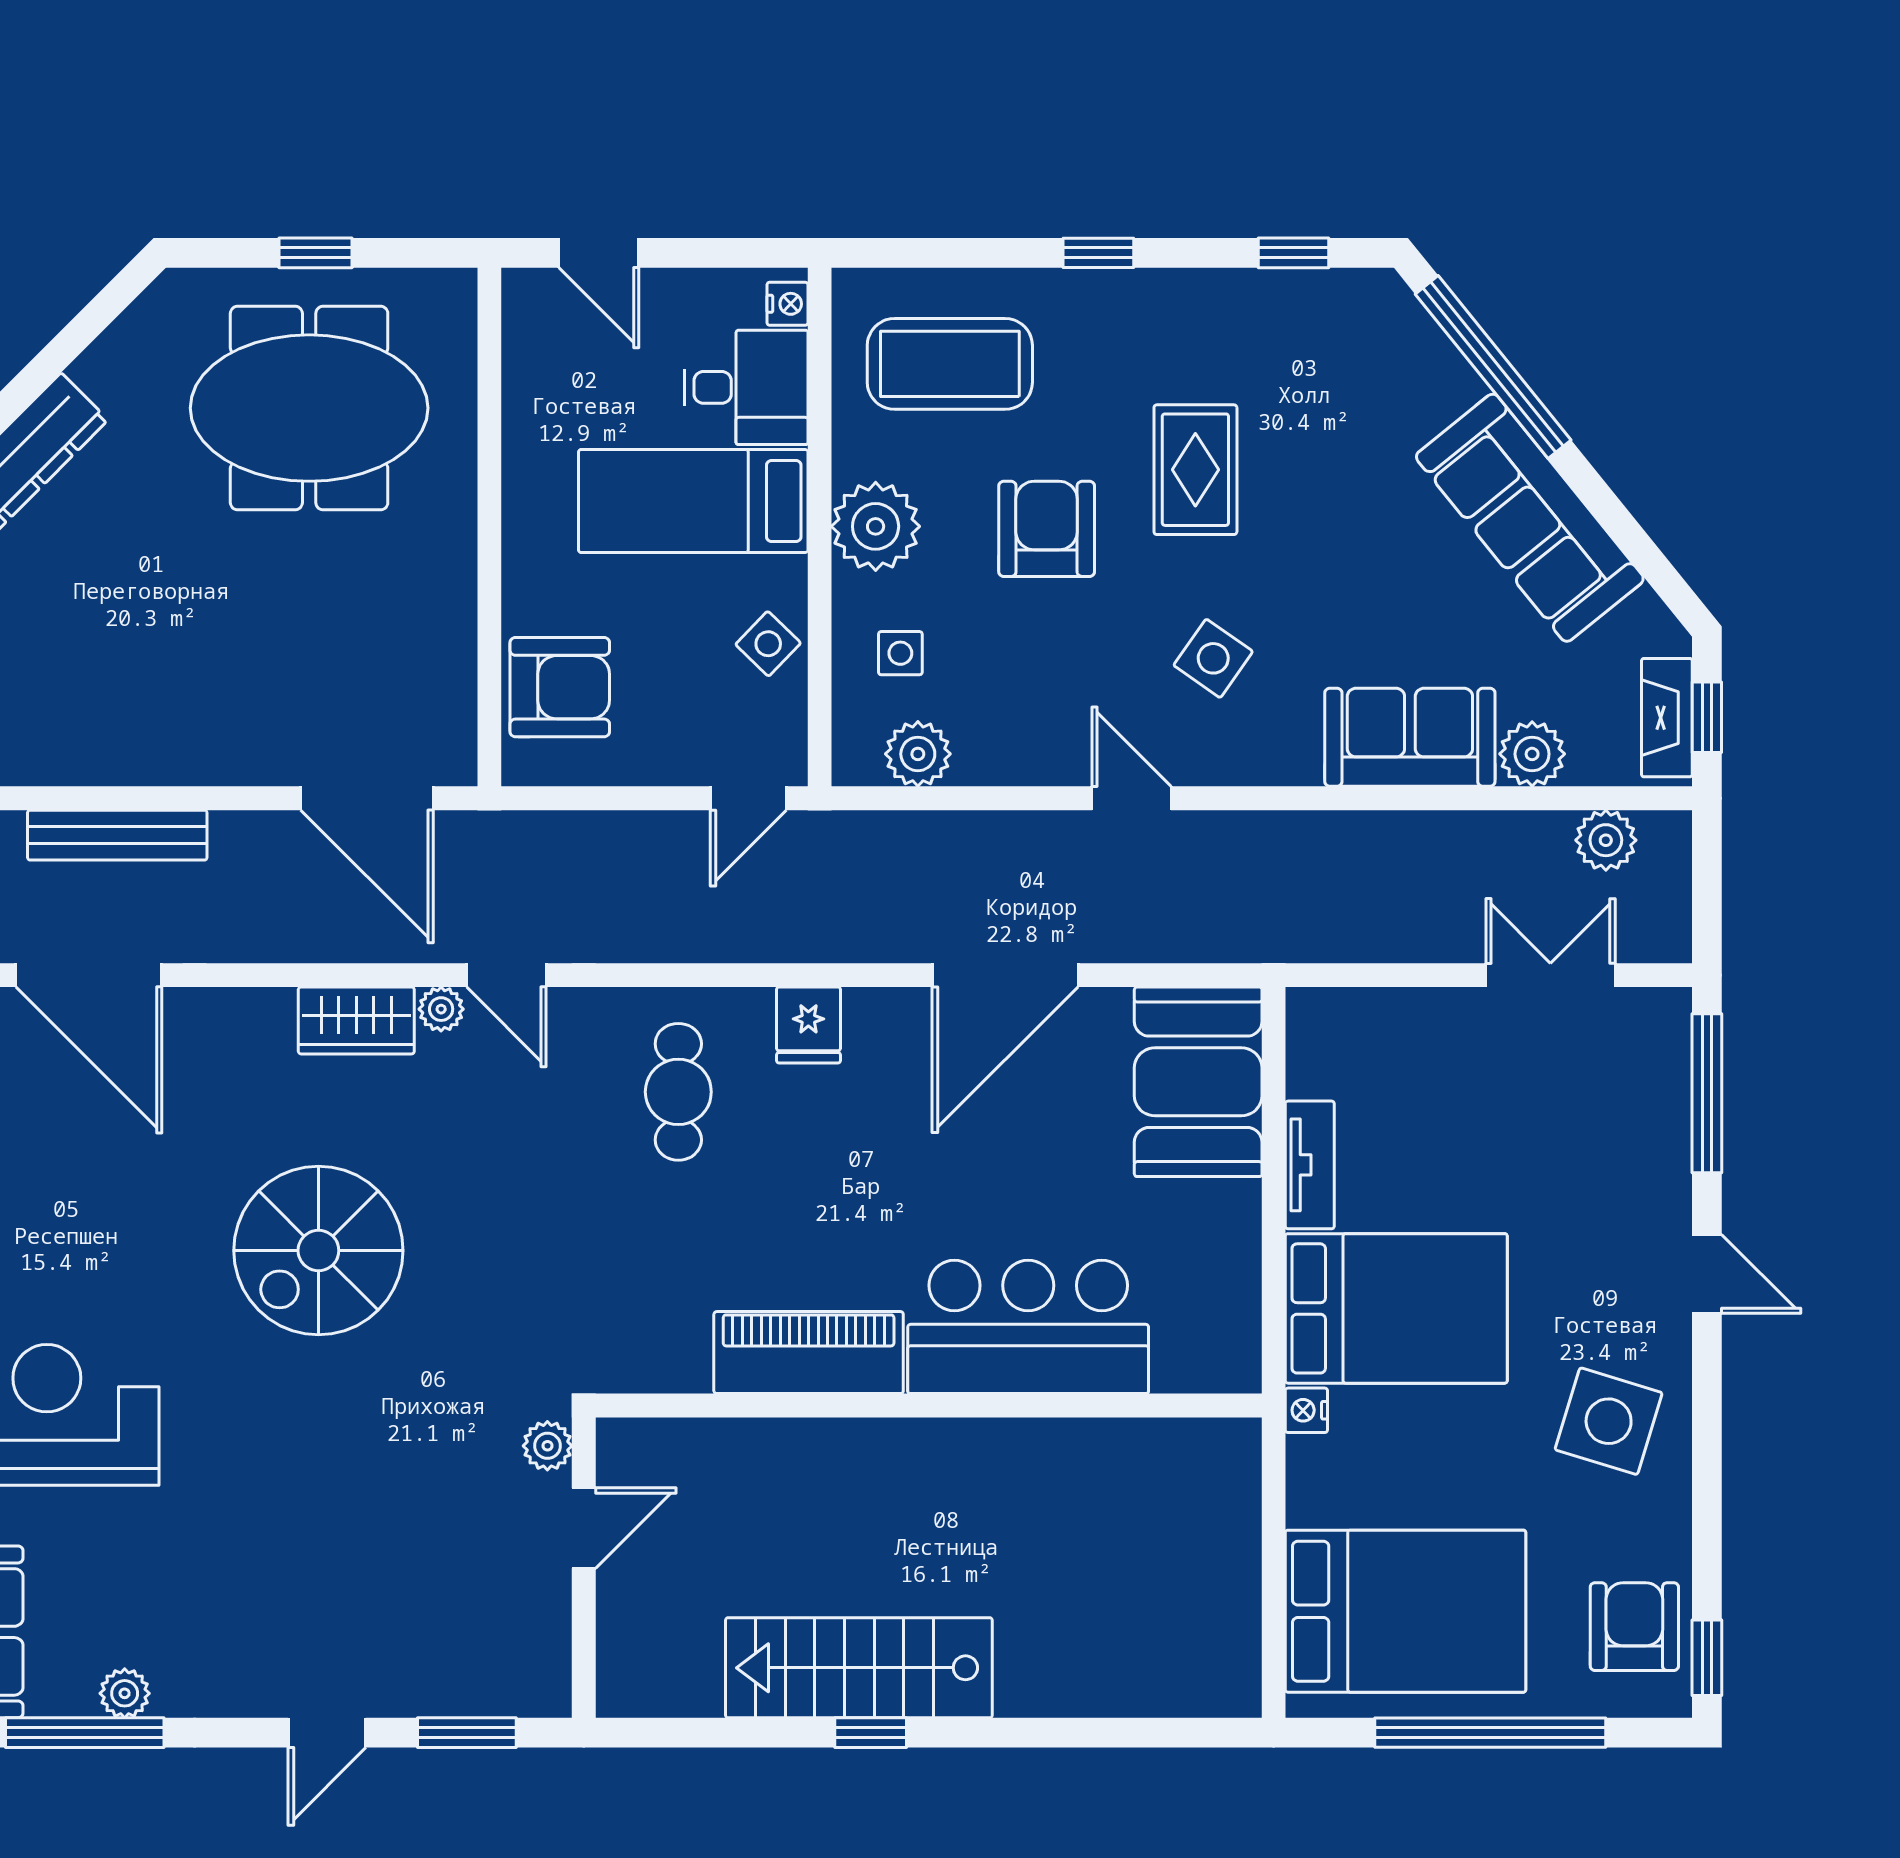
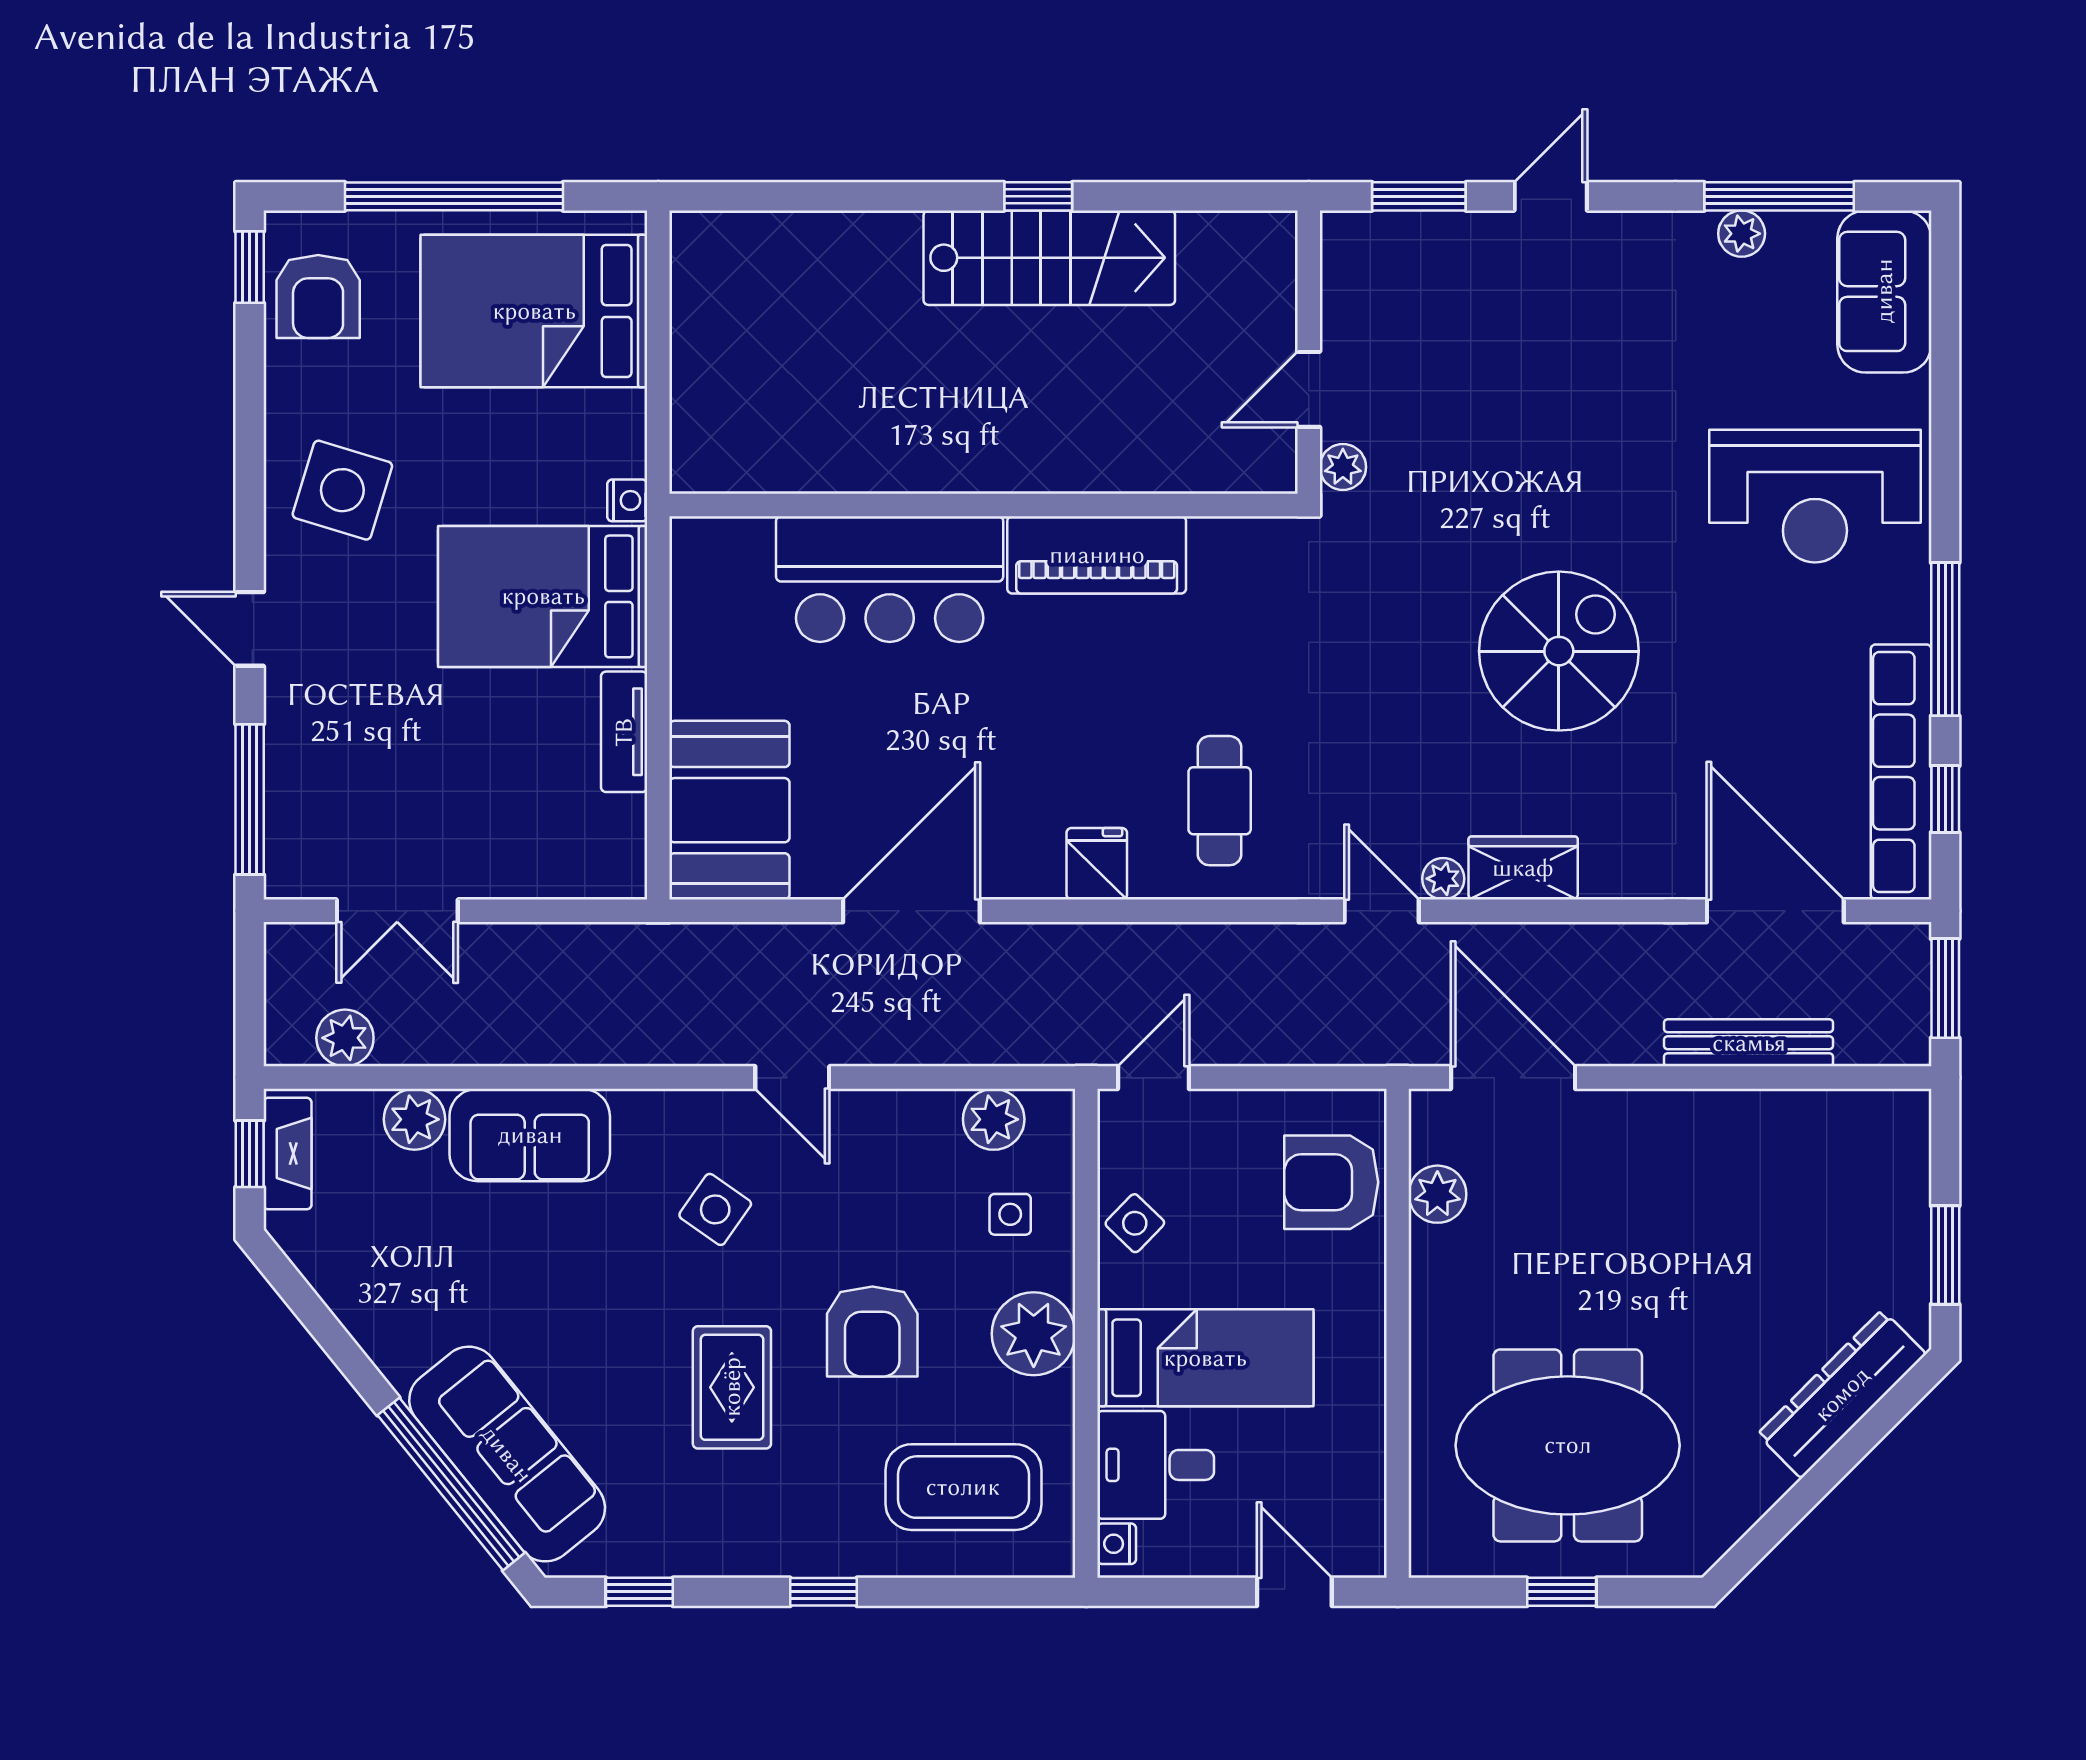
sofa: (1530, 518) -> (507, 1454), moved
plant: (447, 674) -> (1437, 1194), added

